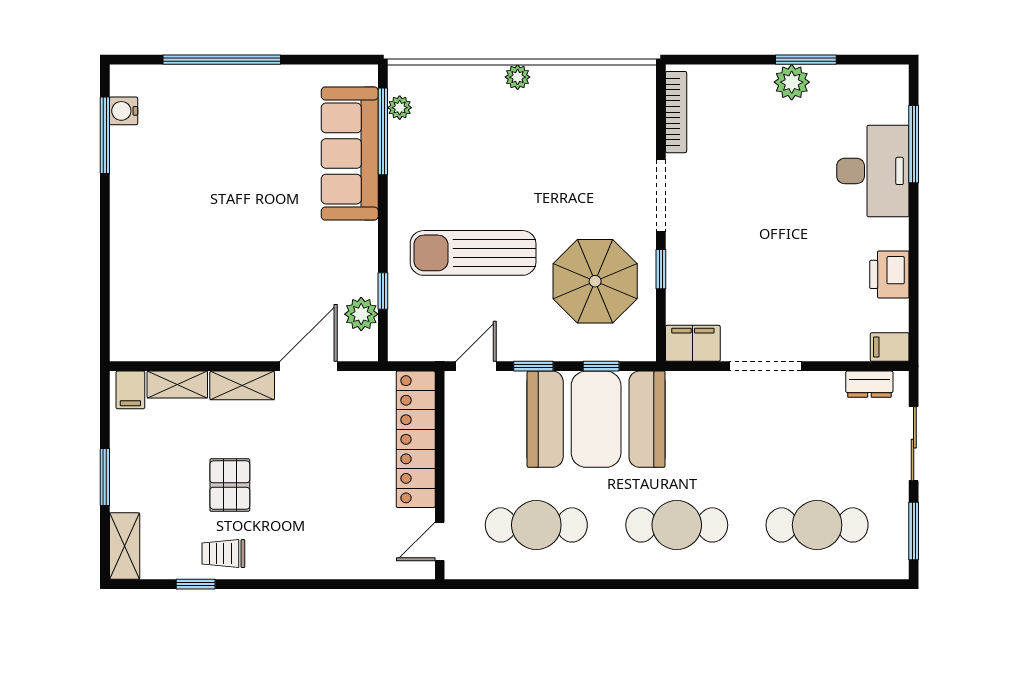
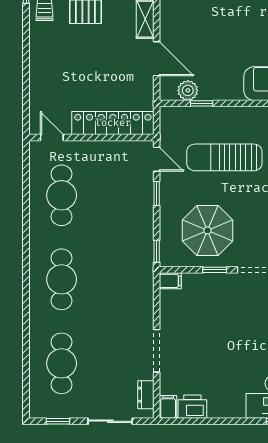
sun lounger: (473, 253) -> (224, 157), turned -90
printer: (889, 274) -> (192, 407), moved
filing cabinet: (693, 343) -> (170, 281), width x0.50
window: (601, 366) -> (157, 251), moved
doorway: (766, 366) -> (157, 351), moved
booth: (596, 419) -> (125, 231), removed
window: (914, 531) -> (58, 421), width x0.67

